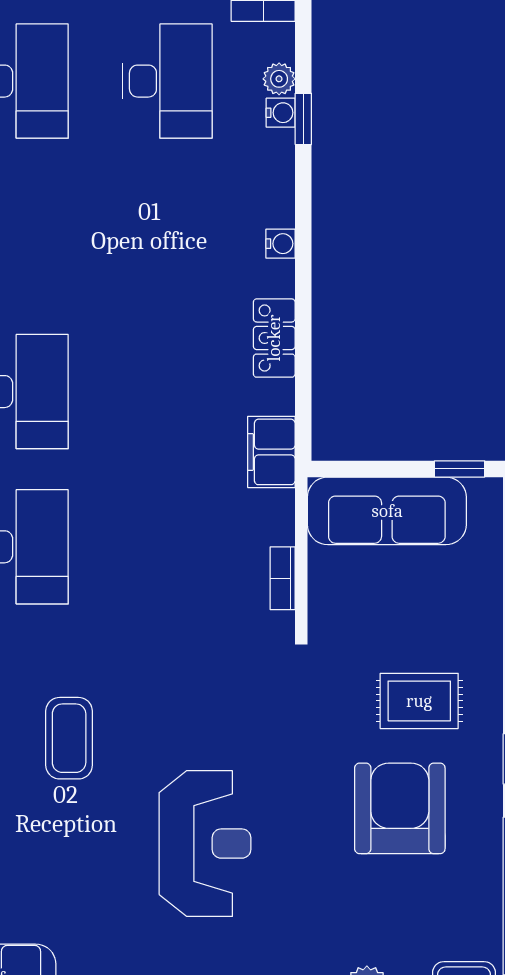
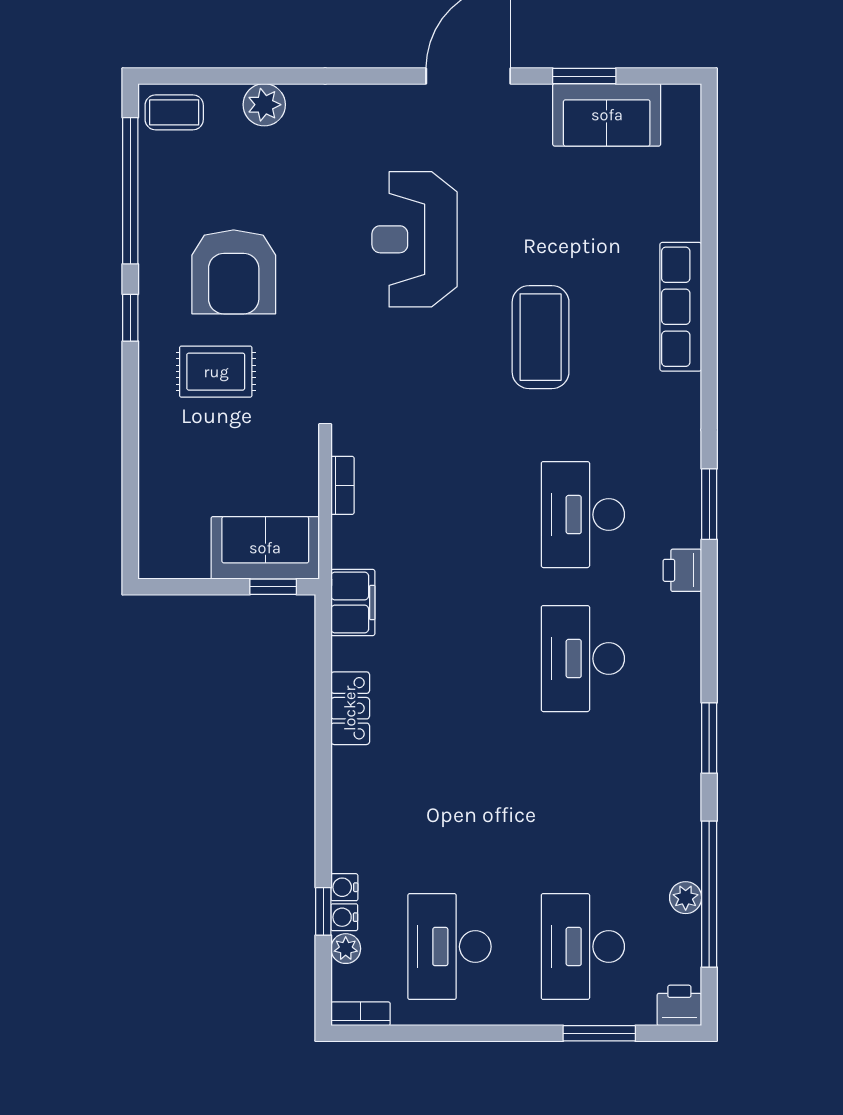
water cooler: (281, 244) -> (344, 887), moved
window: (460, 469) -> (273, 587), moved
sofa: (387, 511) -> (265, 548), width x0.73
coffee table: (69, 738) -> (541, 337), width x1.36, depth x1.32

